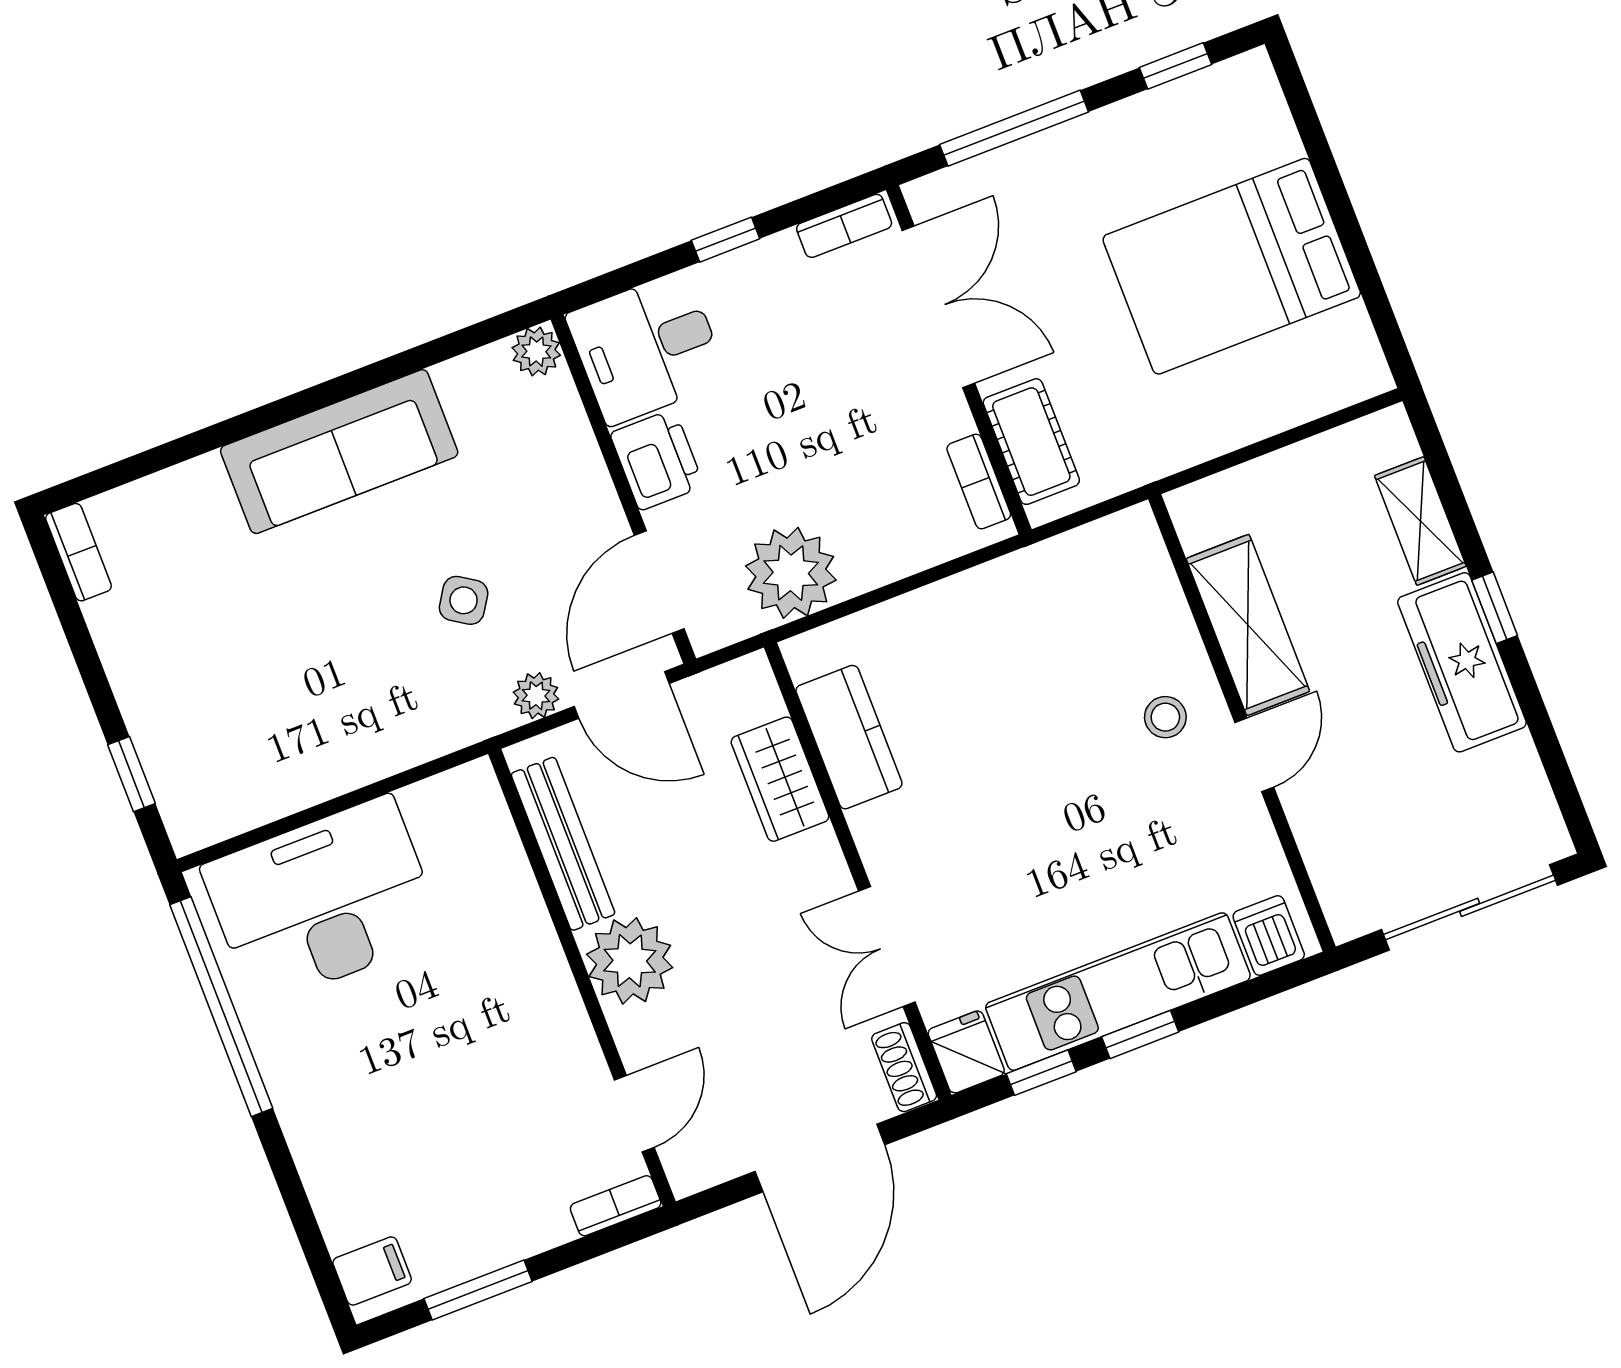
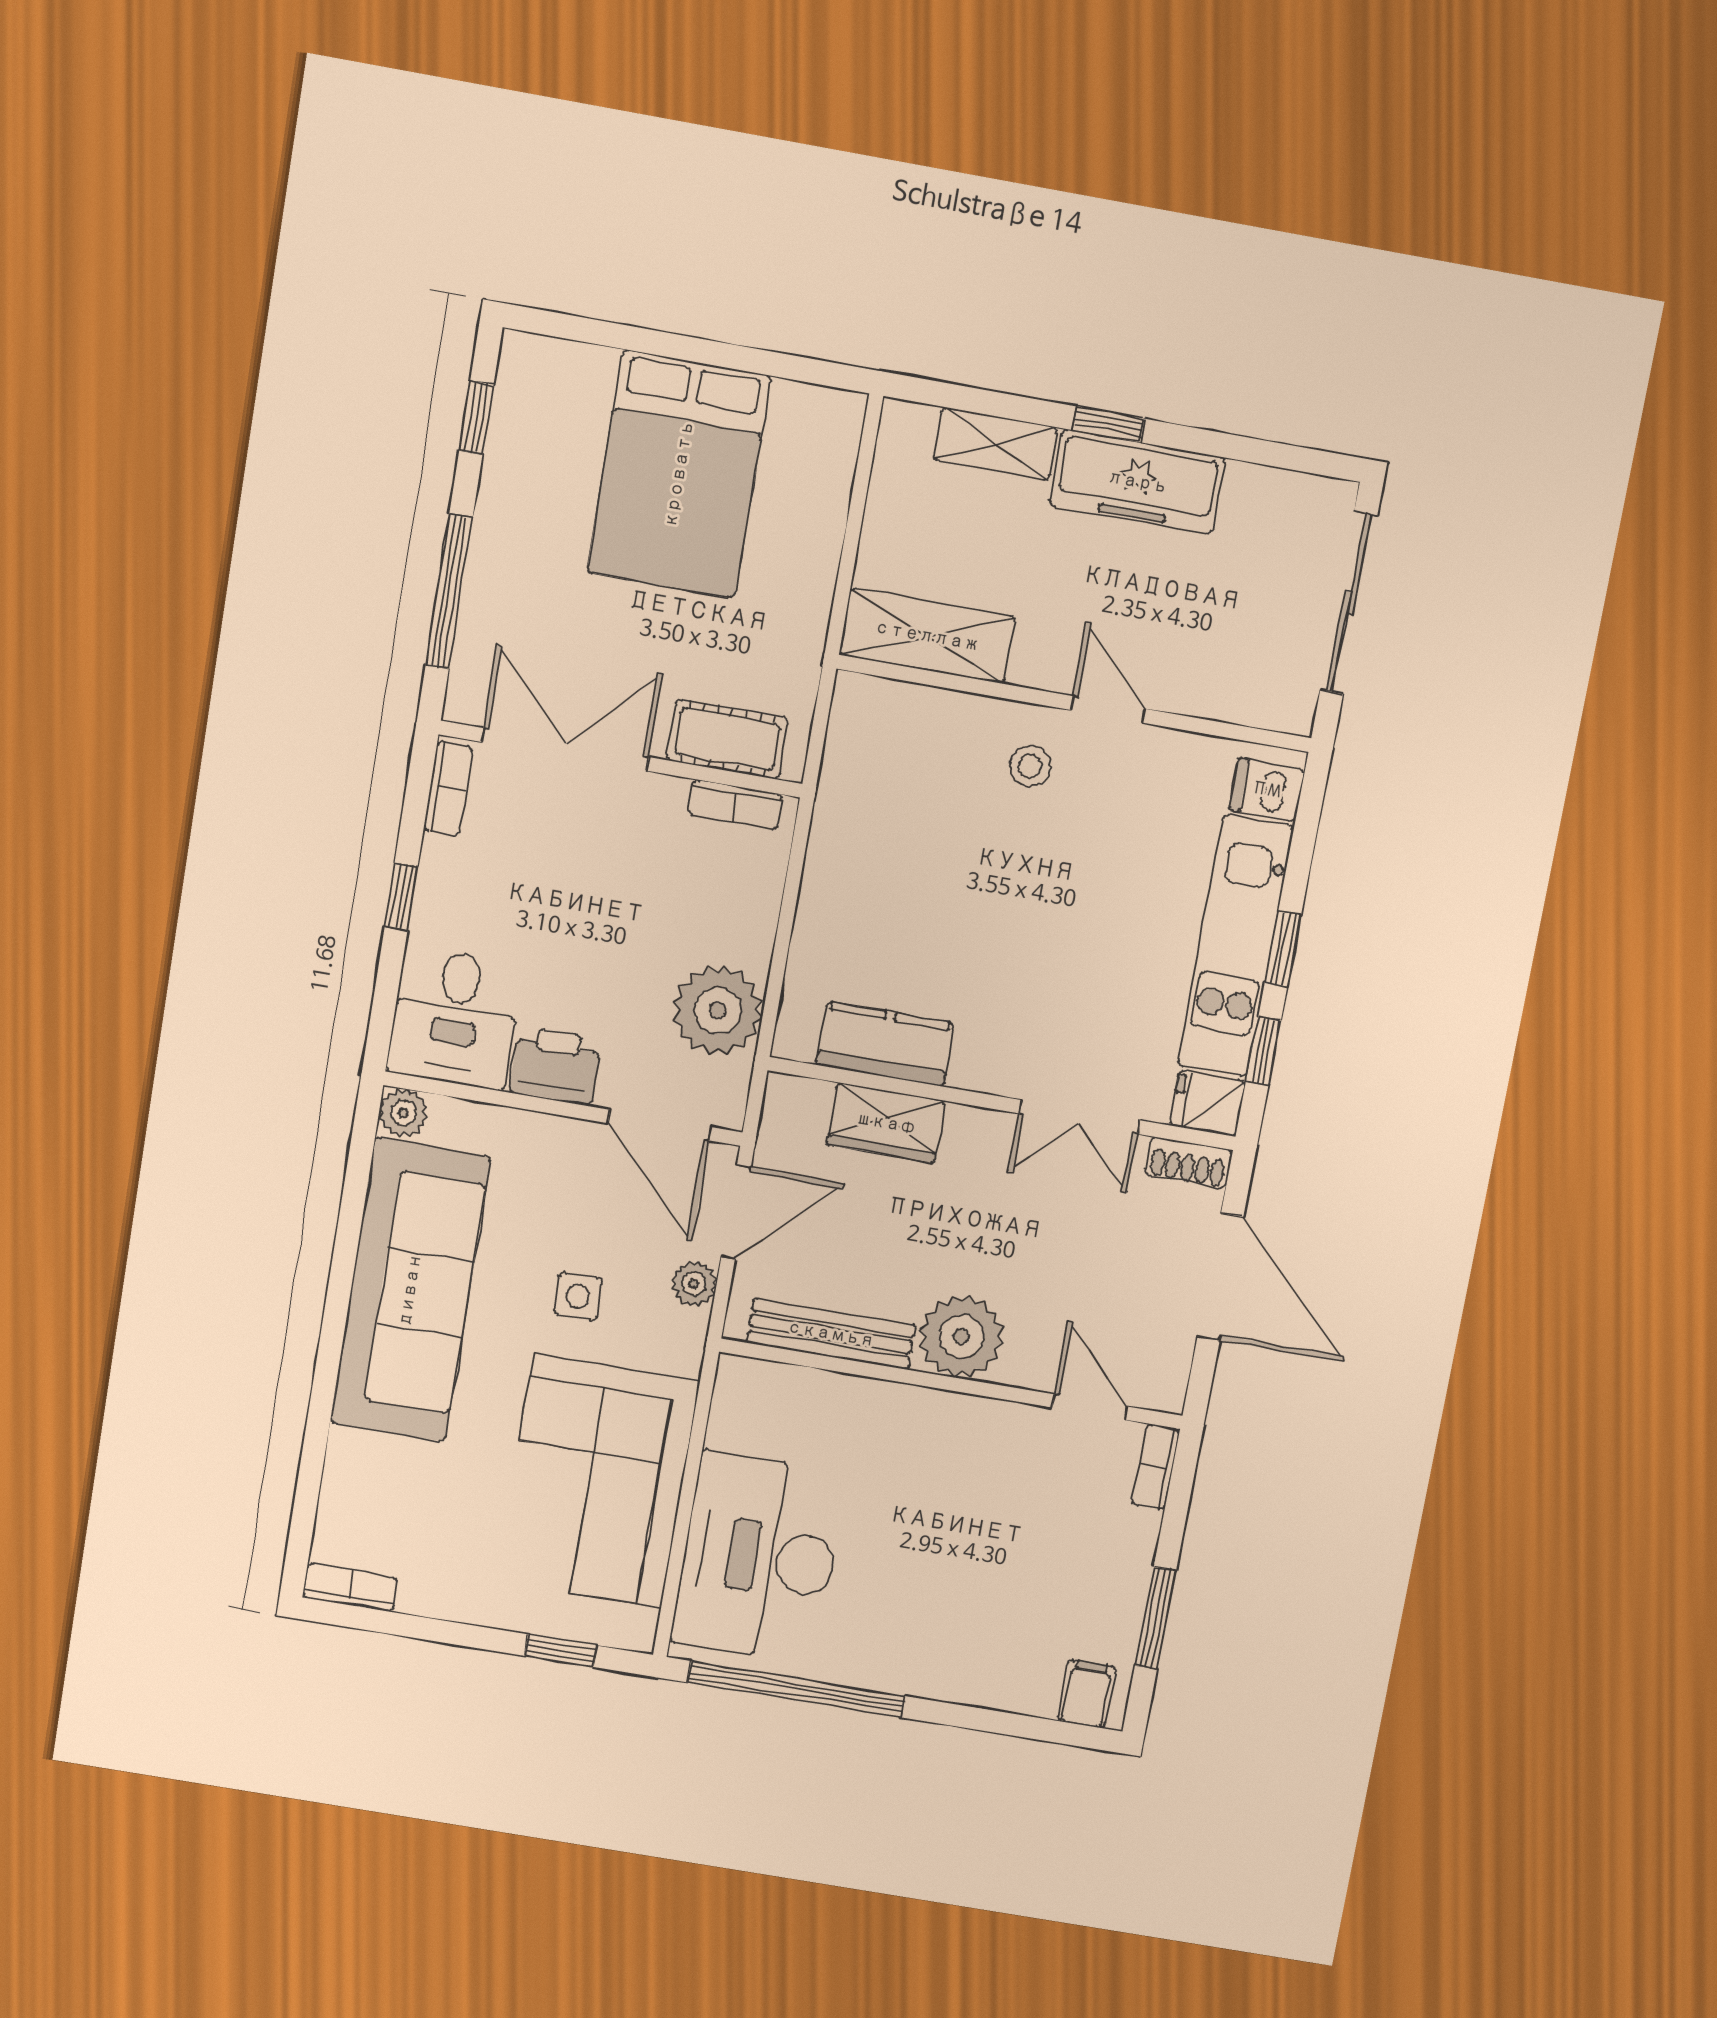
sofa: (339, 452) -> (410, 1290), width x1.36, depth x1.27
side table: (464, 600) -> (578, 1296), turned -33
shelving: (1248, 625) -> (927, 636), moved
corner sofa: (307, 716) -> (598, 1481), added

